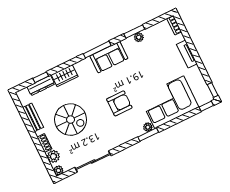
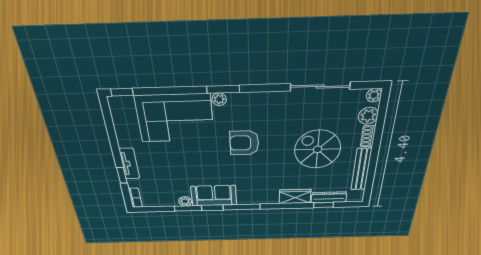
sofa: (109, 57) -> (214, 196), moved
window: (213, 90) -> (122, 175), moved
bench: (33, 117) -> (361, 170), width x1.36

